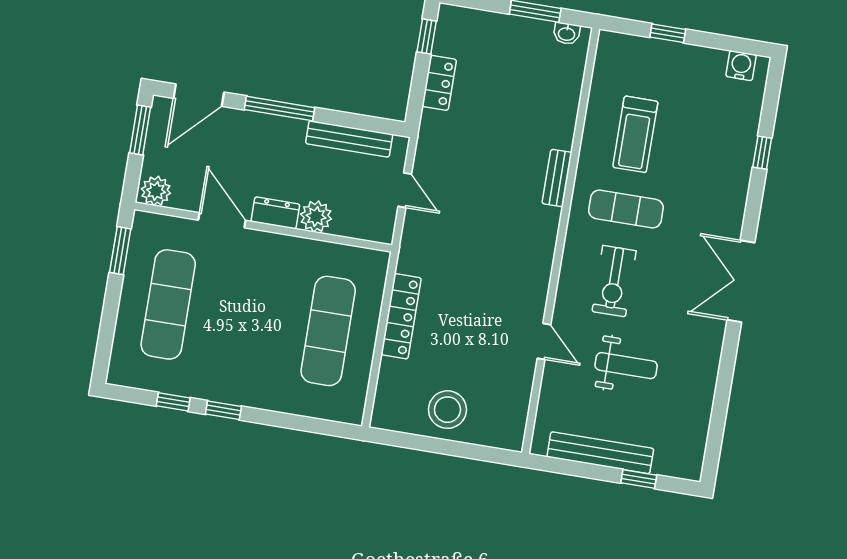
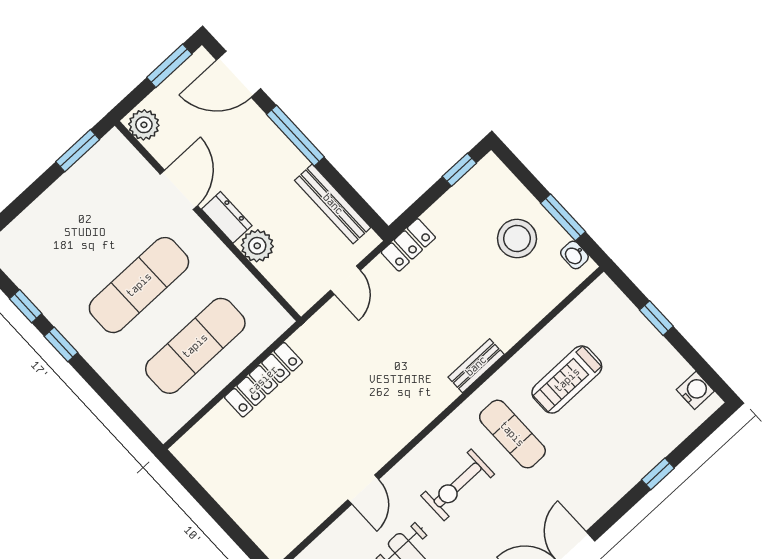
locker: (439, 83) -> (408, 245), moved
exercise mat: (168, 304) -> (139, 285), moved
stool: (447, 410) -> (517, 239), moved

